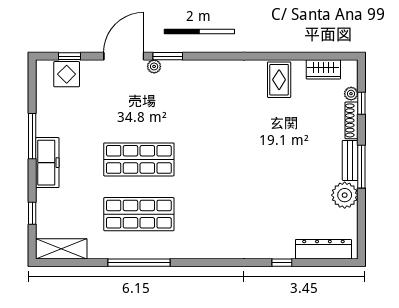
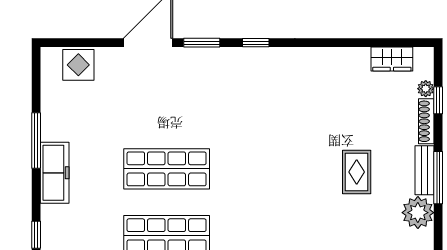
window: (69, 56) -> (256, 43), moved
plant: (154, 66) -> (185, 55), removed
rug: (279, 80) -> (357, 172), moved

